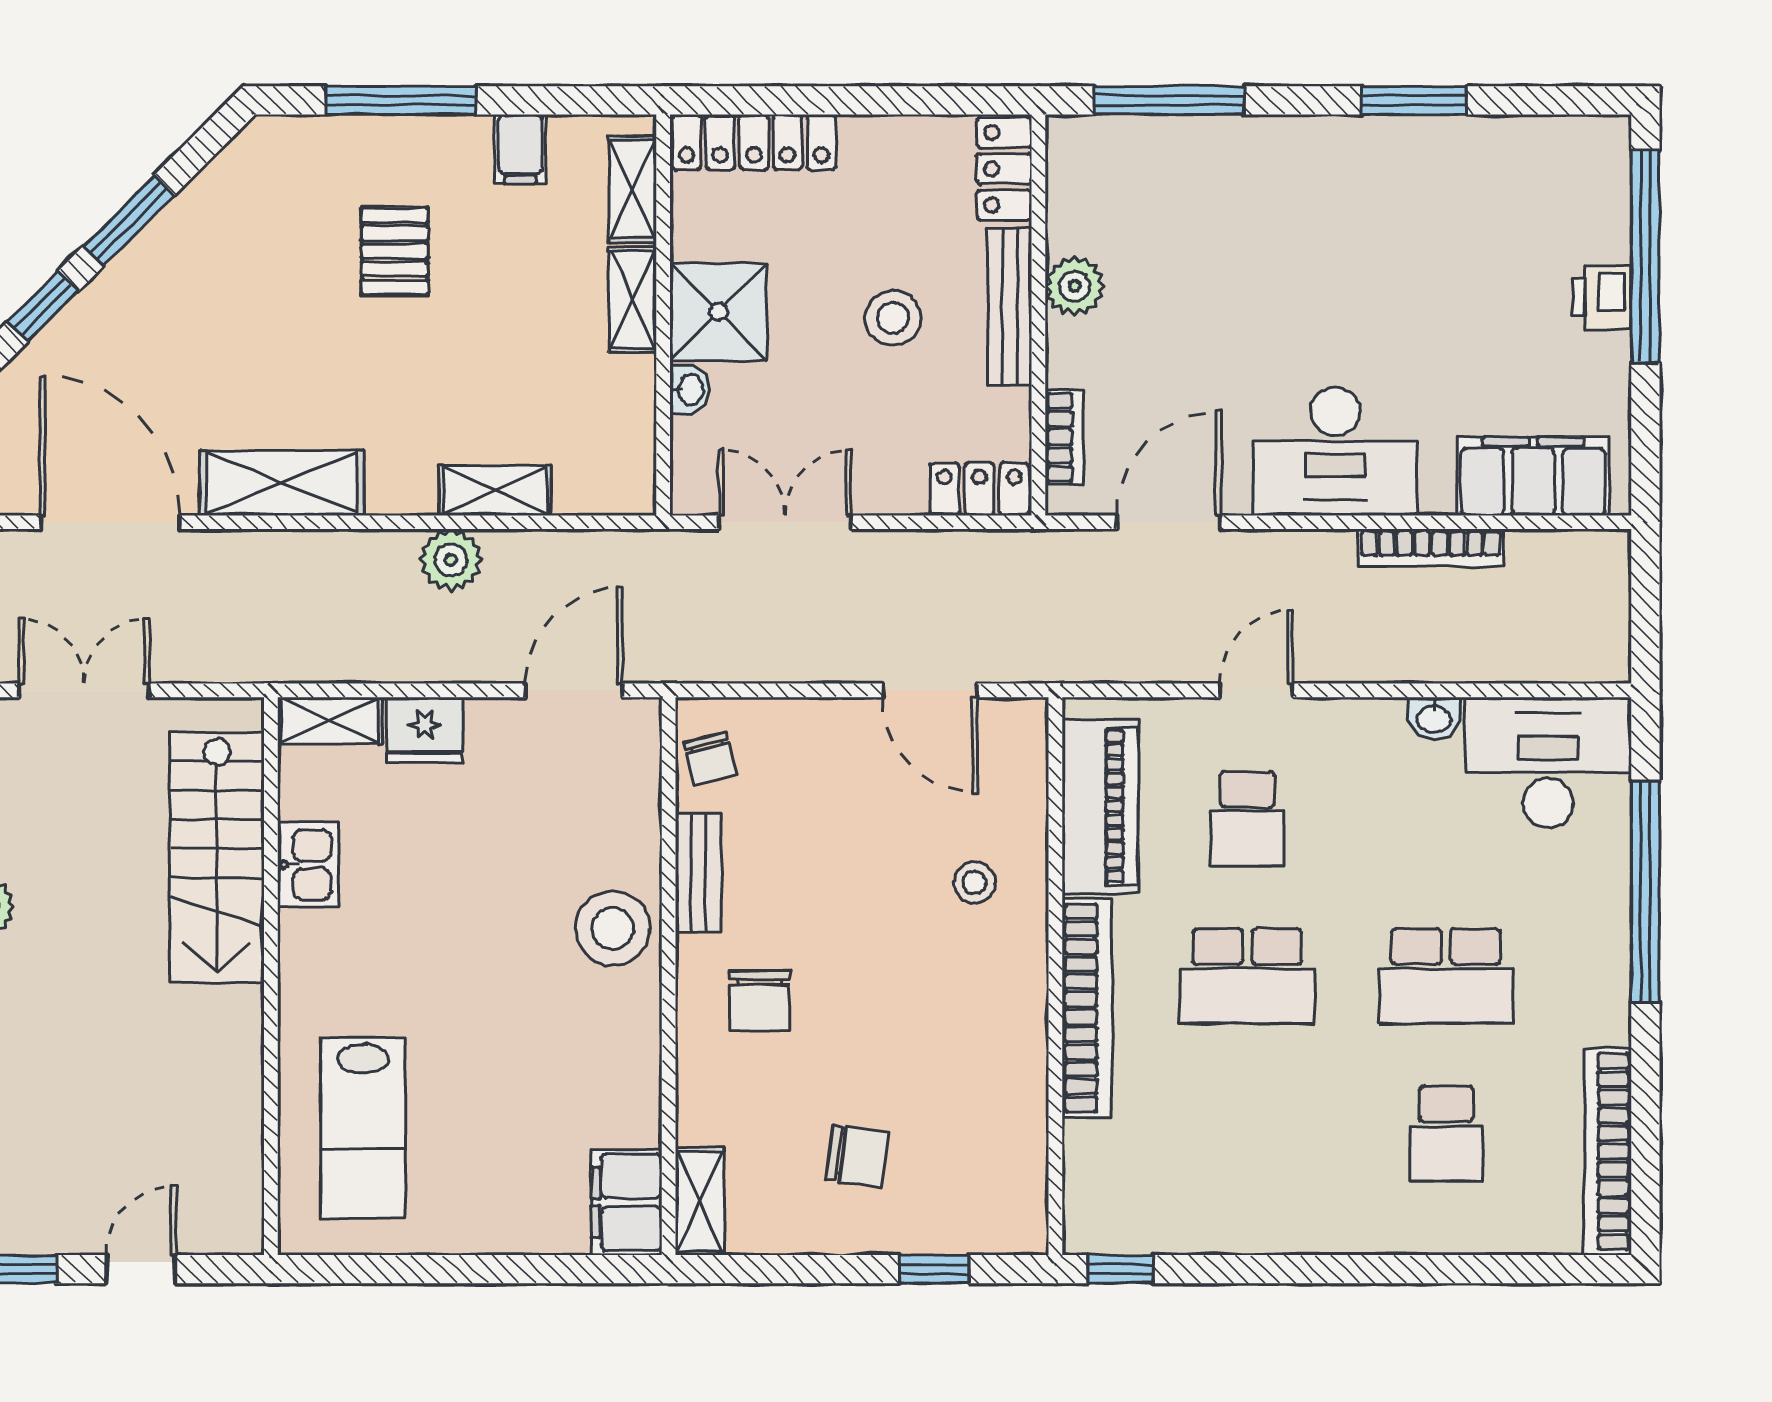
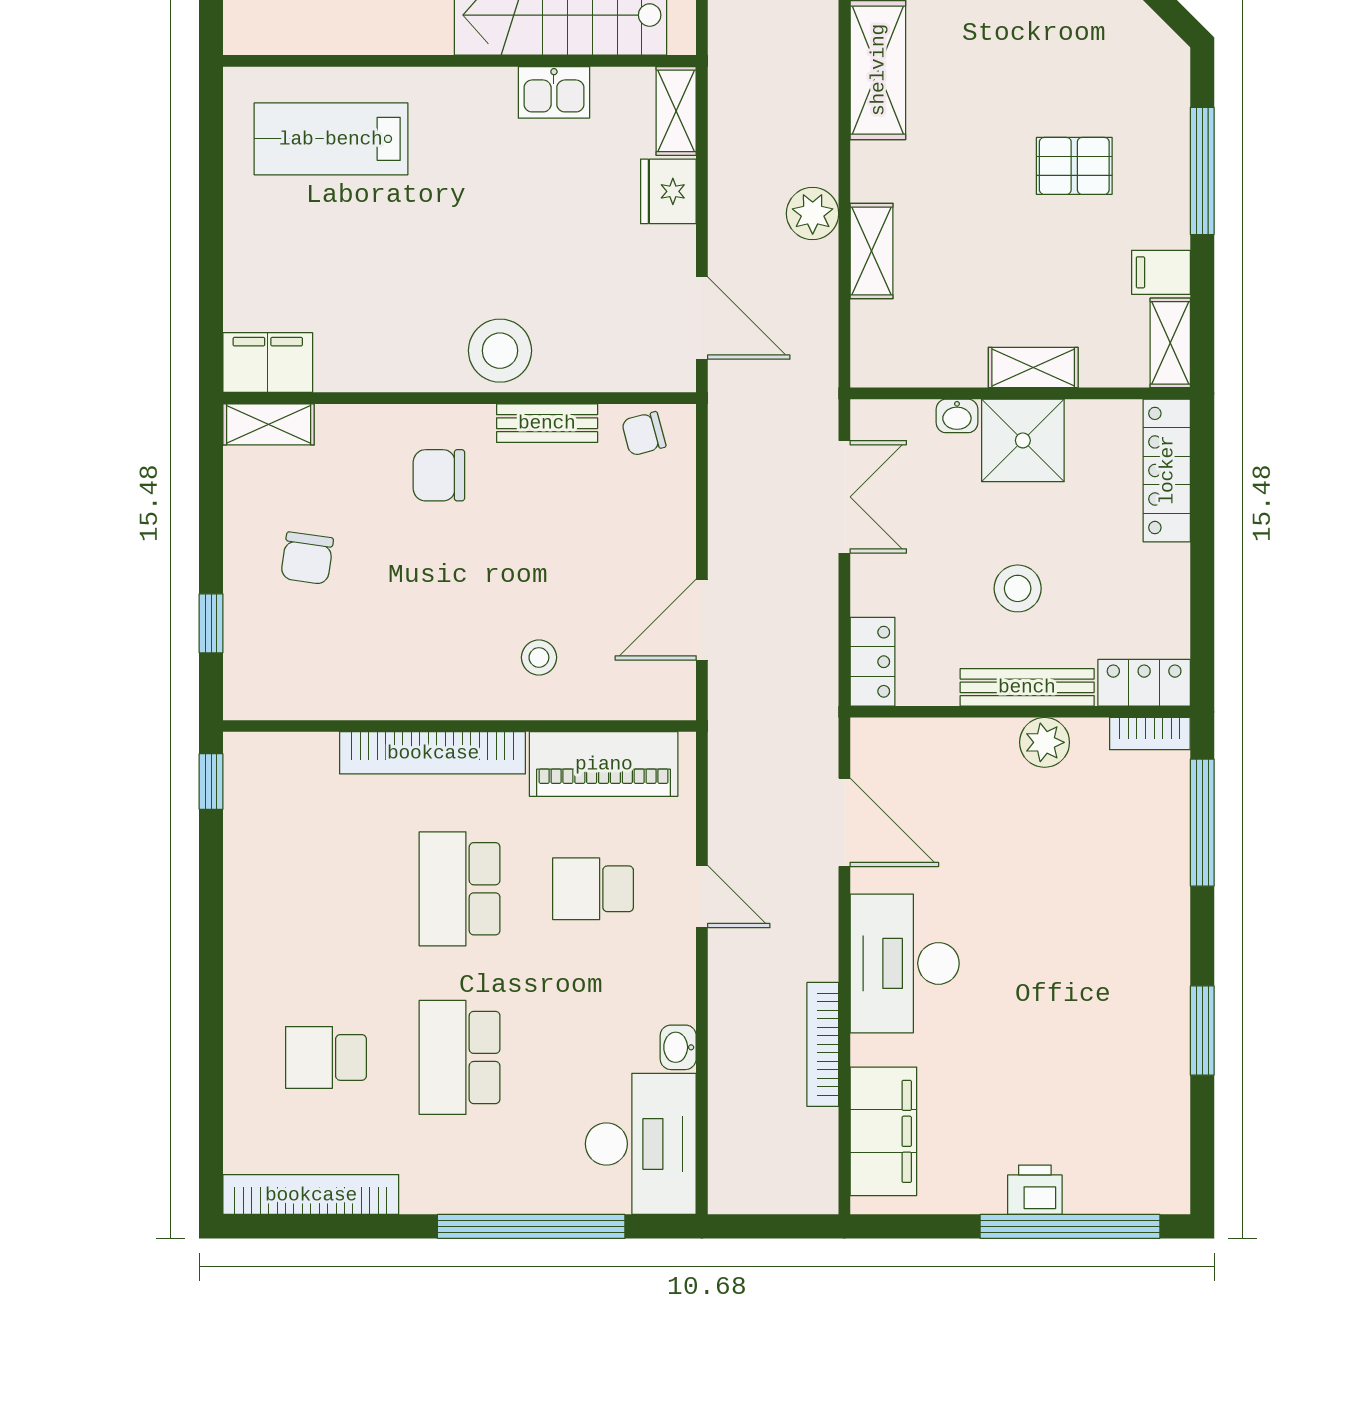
shelving: (633, 189) -> (1170, 343), moved, turned 90
bookcase: (1064, 437) -> (1150, 734), moved

